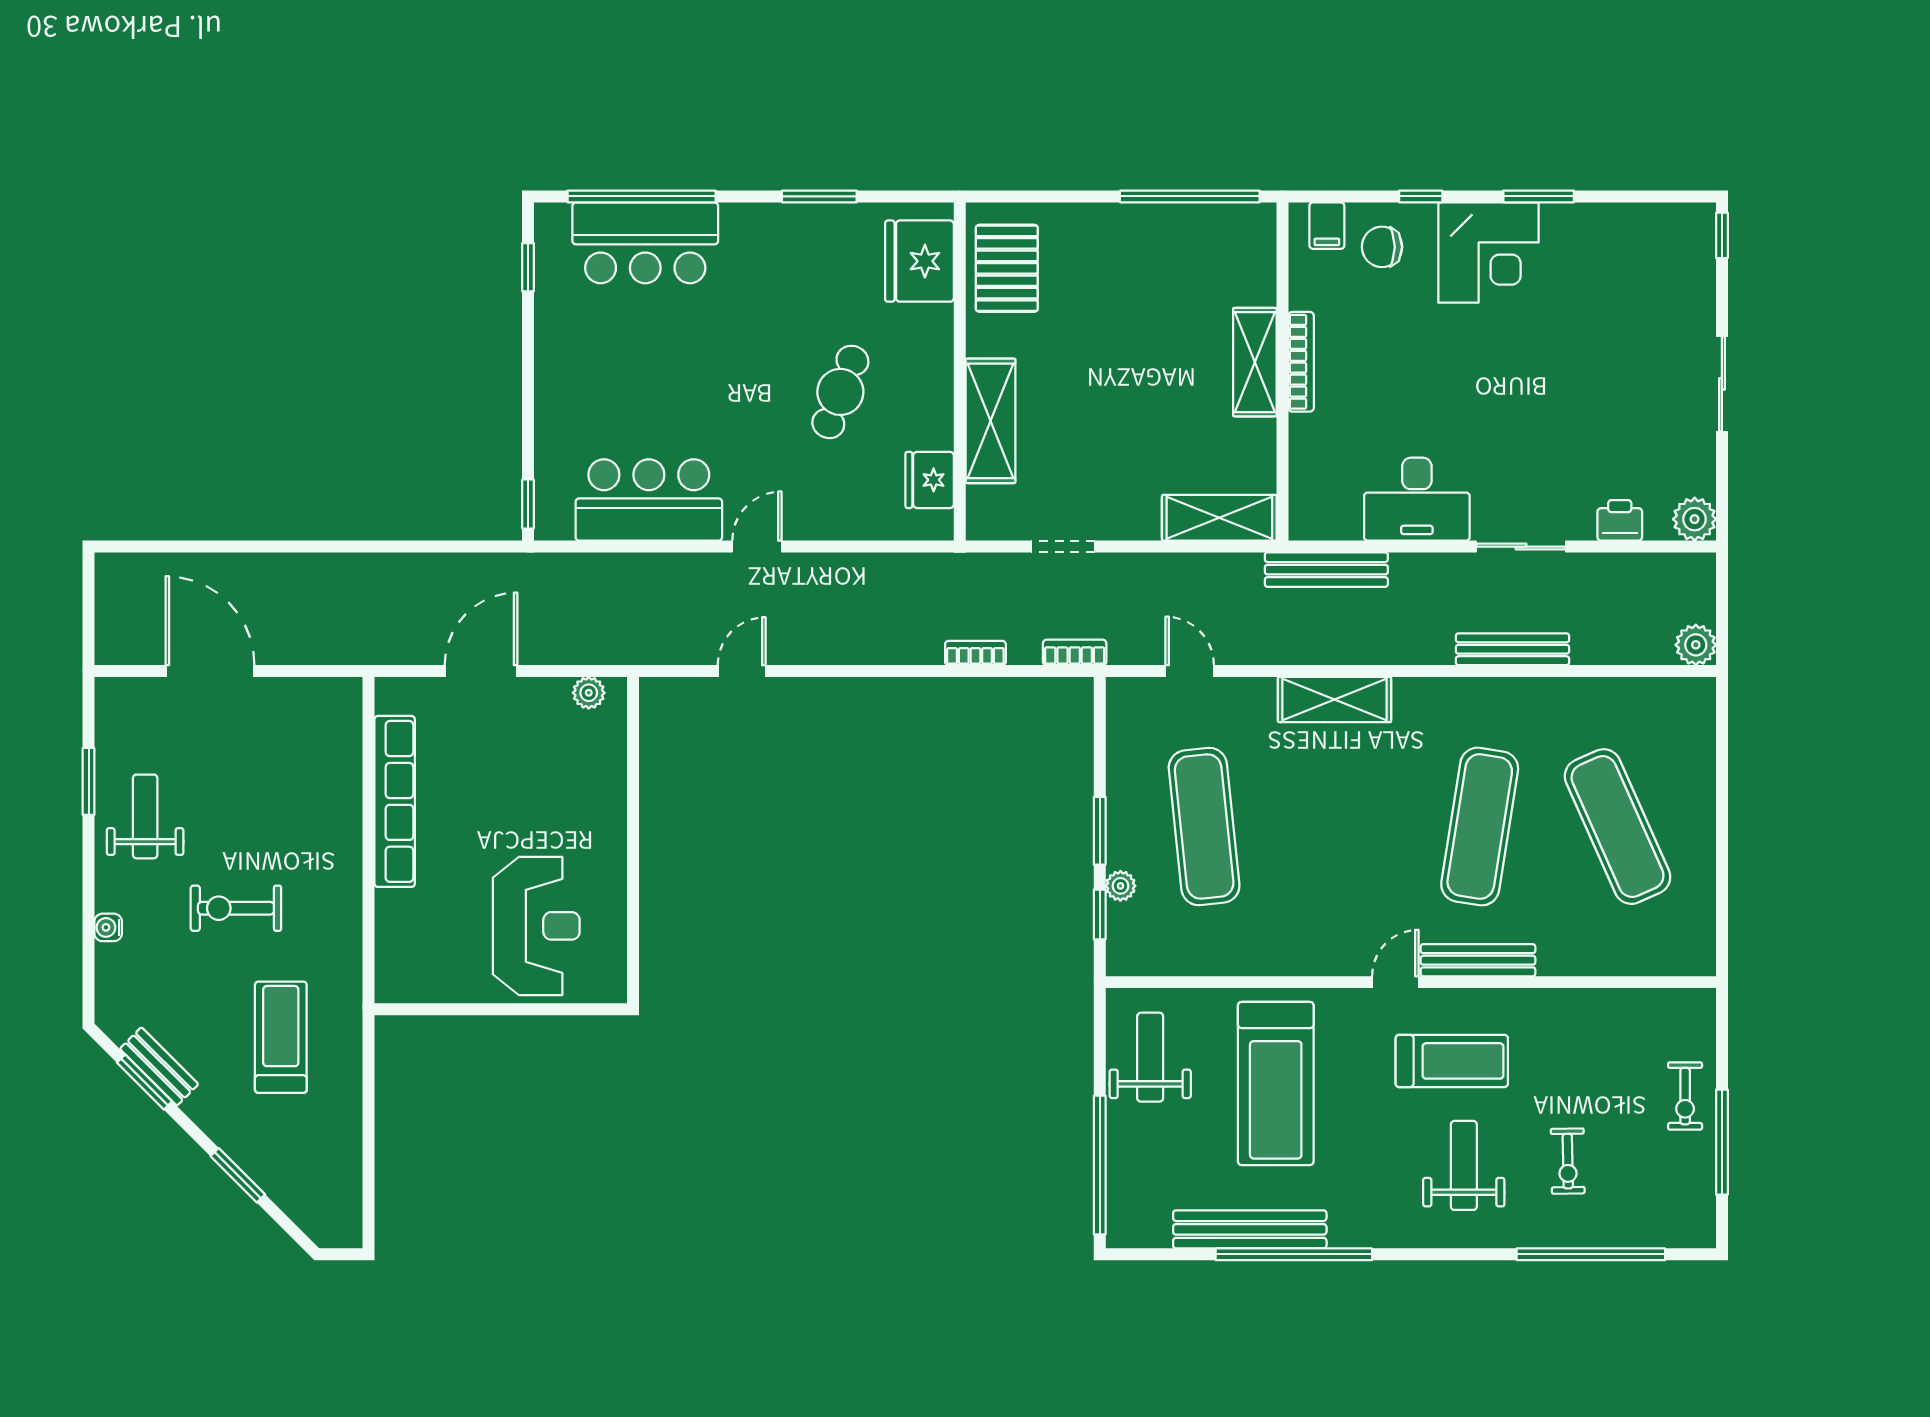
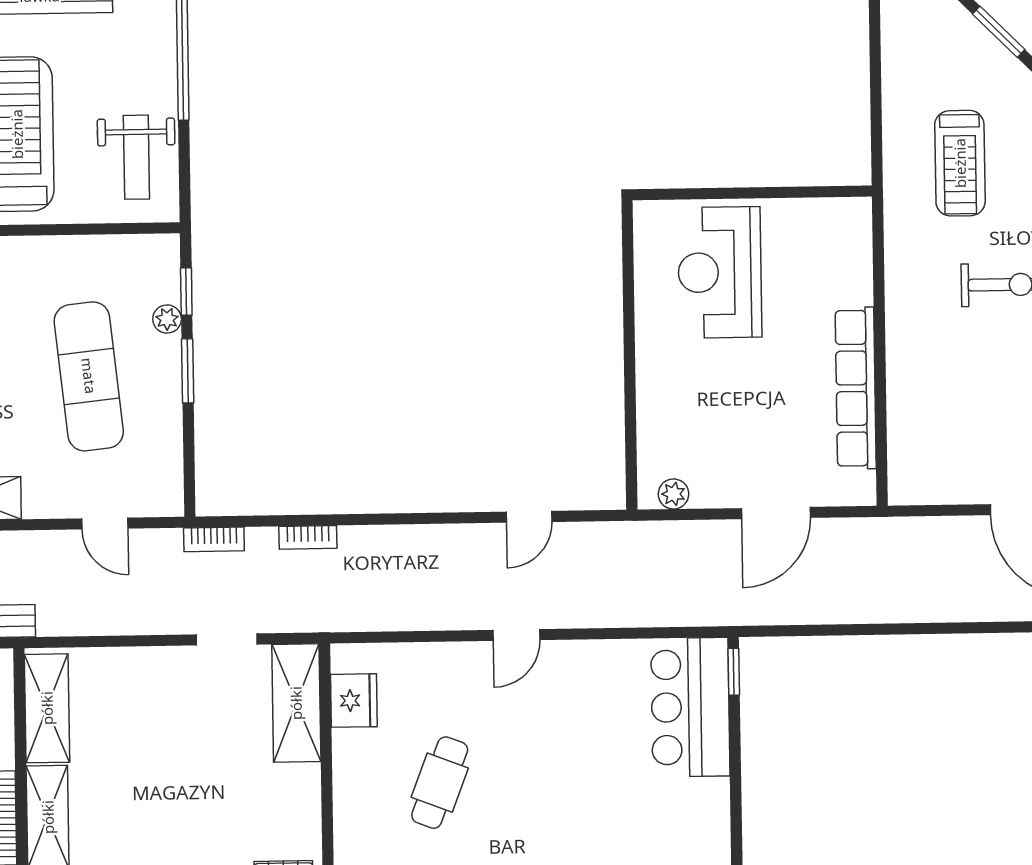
shelving: (990, 421) -> (296, 703), moved
bar counter: (649, 500) -> (690, 707), moved, turned 90
shelving: (1219, 518) -> (47, 708), moved, turned 90

